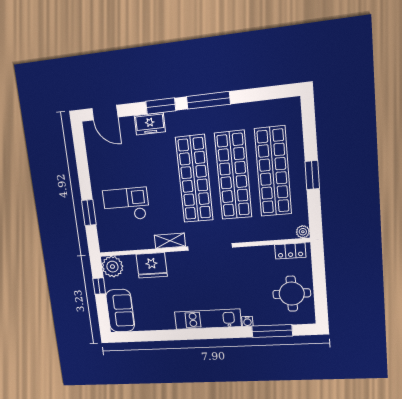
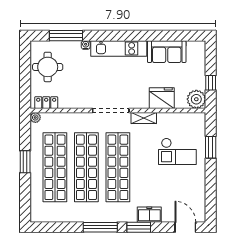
sofa: (120, 311) -> (167, 52), moved, turned -90

